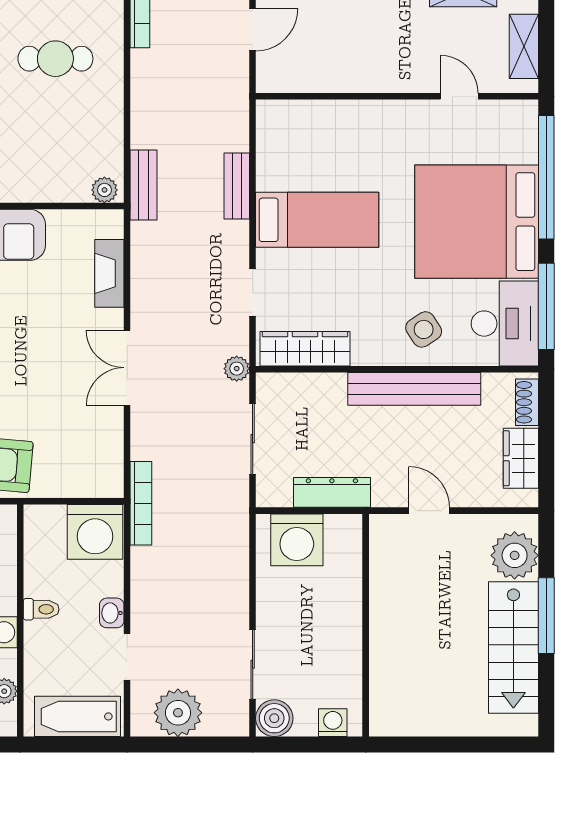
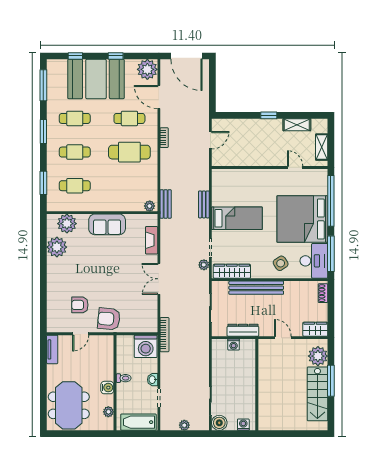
cafe table: (55, 59) -> (129, 152), width x1.37, depth x1.35
plant: (237, 369) -> (204, 265), moved
bench: (414, 389) -> (256, 288), moved
wardrobe: (521, 458) -> (315, 329), moved, turned 90
washing machine: (297, 540) -> (234, 345), width x0.53, depth x0.53
plant: (178, 713) -> (184, 425), width x0.53, depth x0.53

